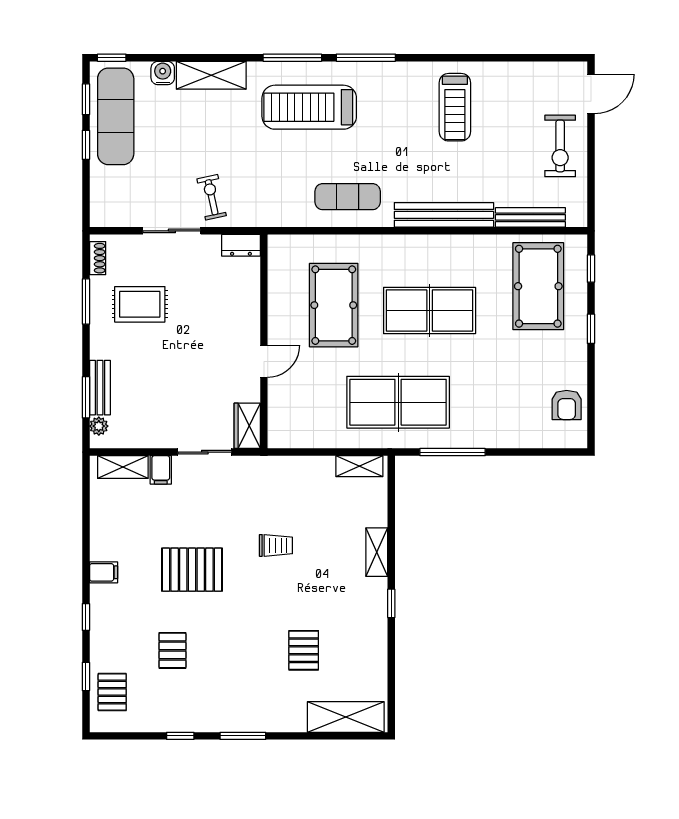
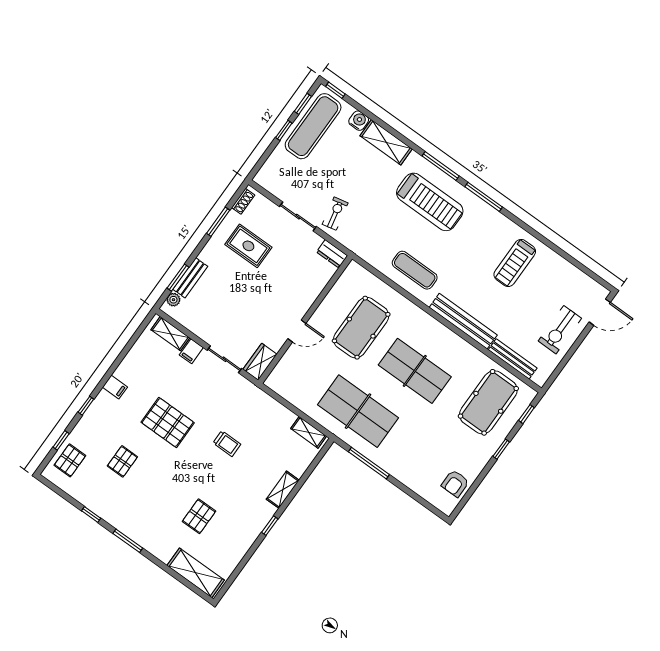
treadmill: (309, 107) -> (430, 202), turned 180

